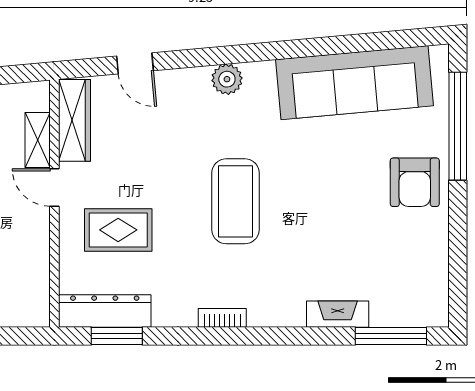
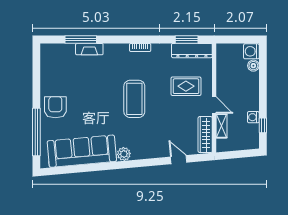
plant: (227, 79) -> (124, 154), moved
window: (391, 336) -> (81, 39), moved

